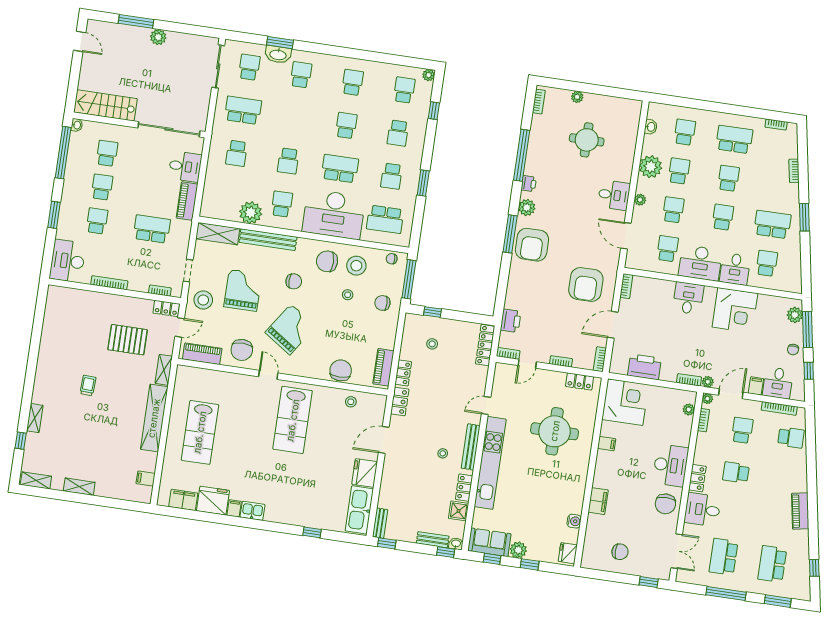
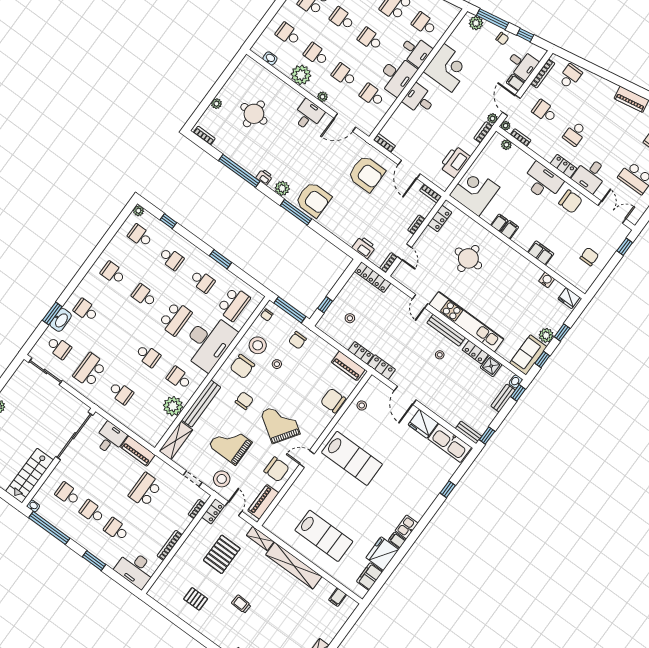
school desk: (249, 67) -> (59, 347), turned 180
school desk: (340, 169) -> (175, 318), turned 180
pallet: (69, 337) -> (196, 599), added
round table: (555, 431) -> (468, 258), width x0.73, depth x0.73
filing cabinet: (605, 458) -> (510, 230), added

